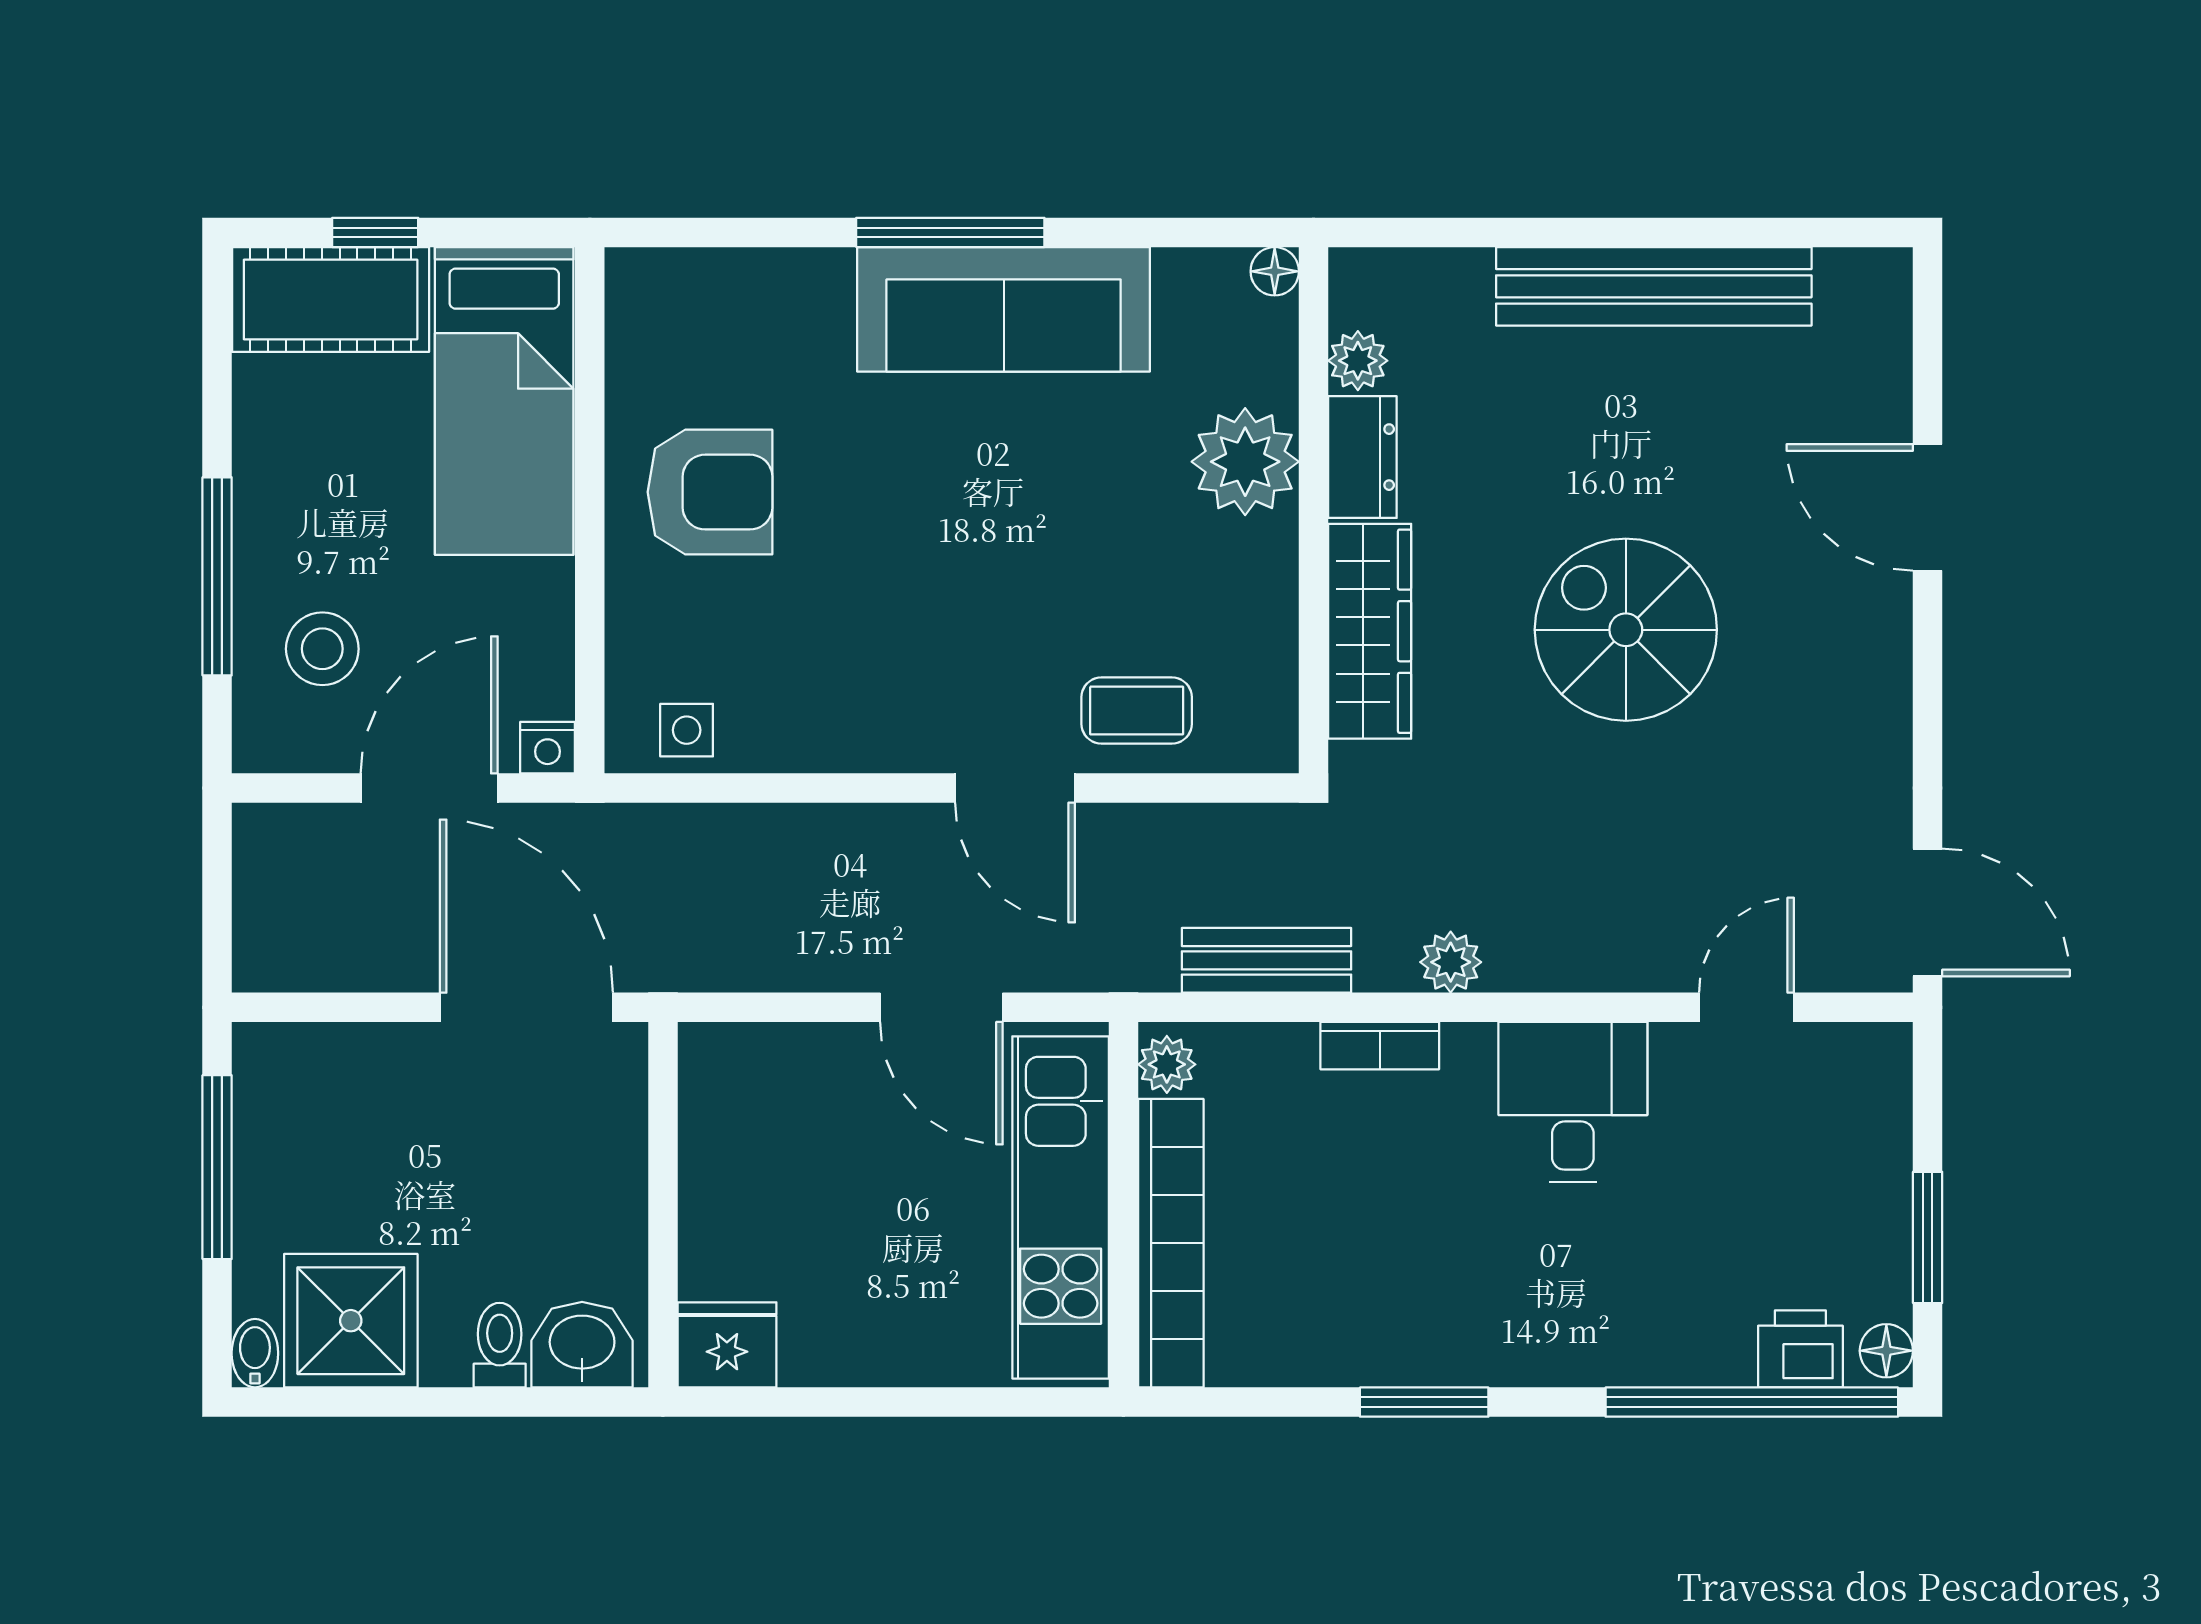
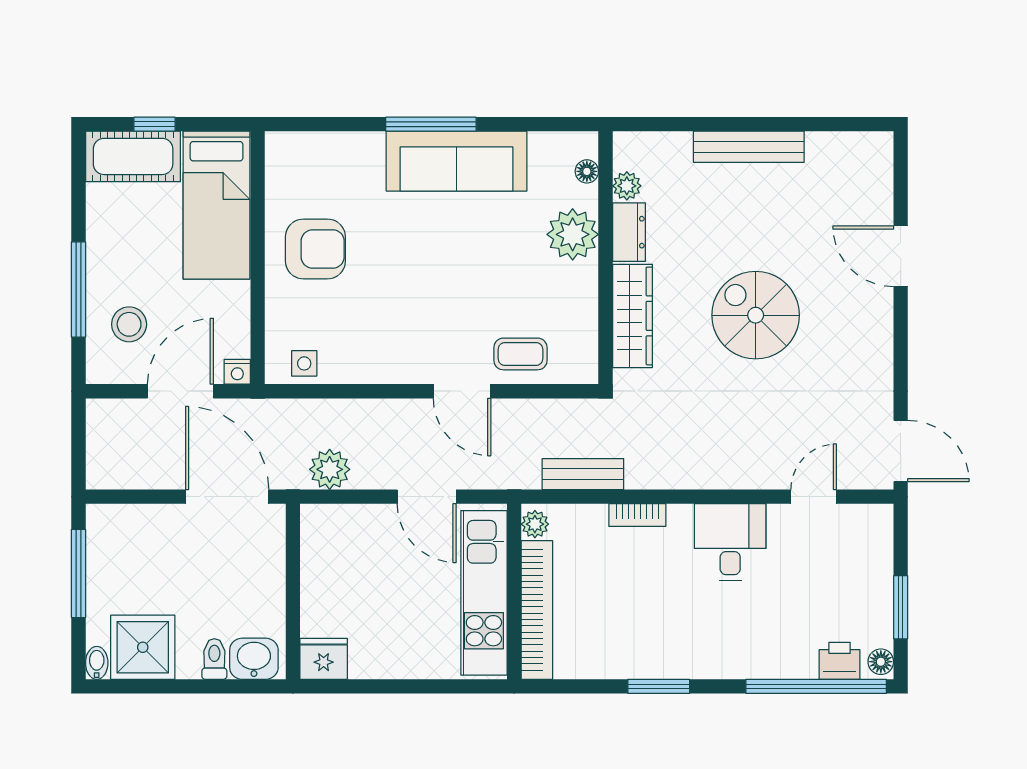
floor lamp: (1275, 271) -> (587, 171), moved
bench: (1654, 286) -> (749, 147), width x0.73, depth x0.82
plant: (1451, 962) -> (330, 469), moved, width x1.38, depth x1.38

